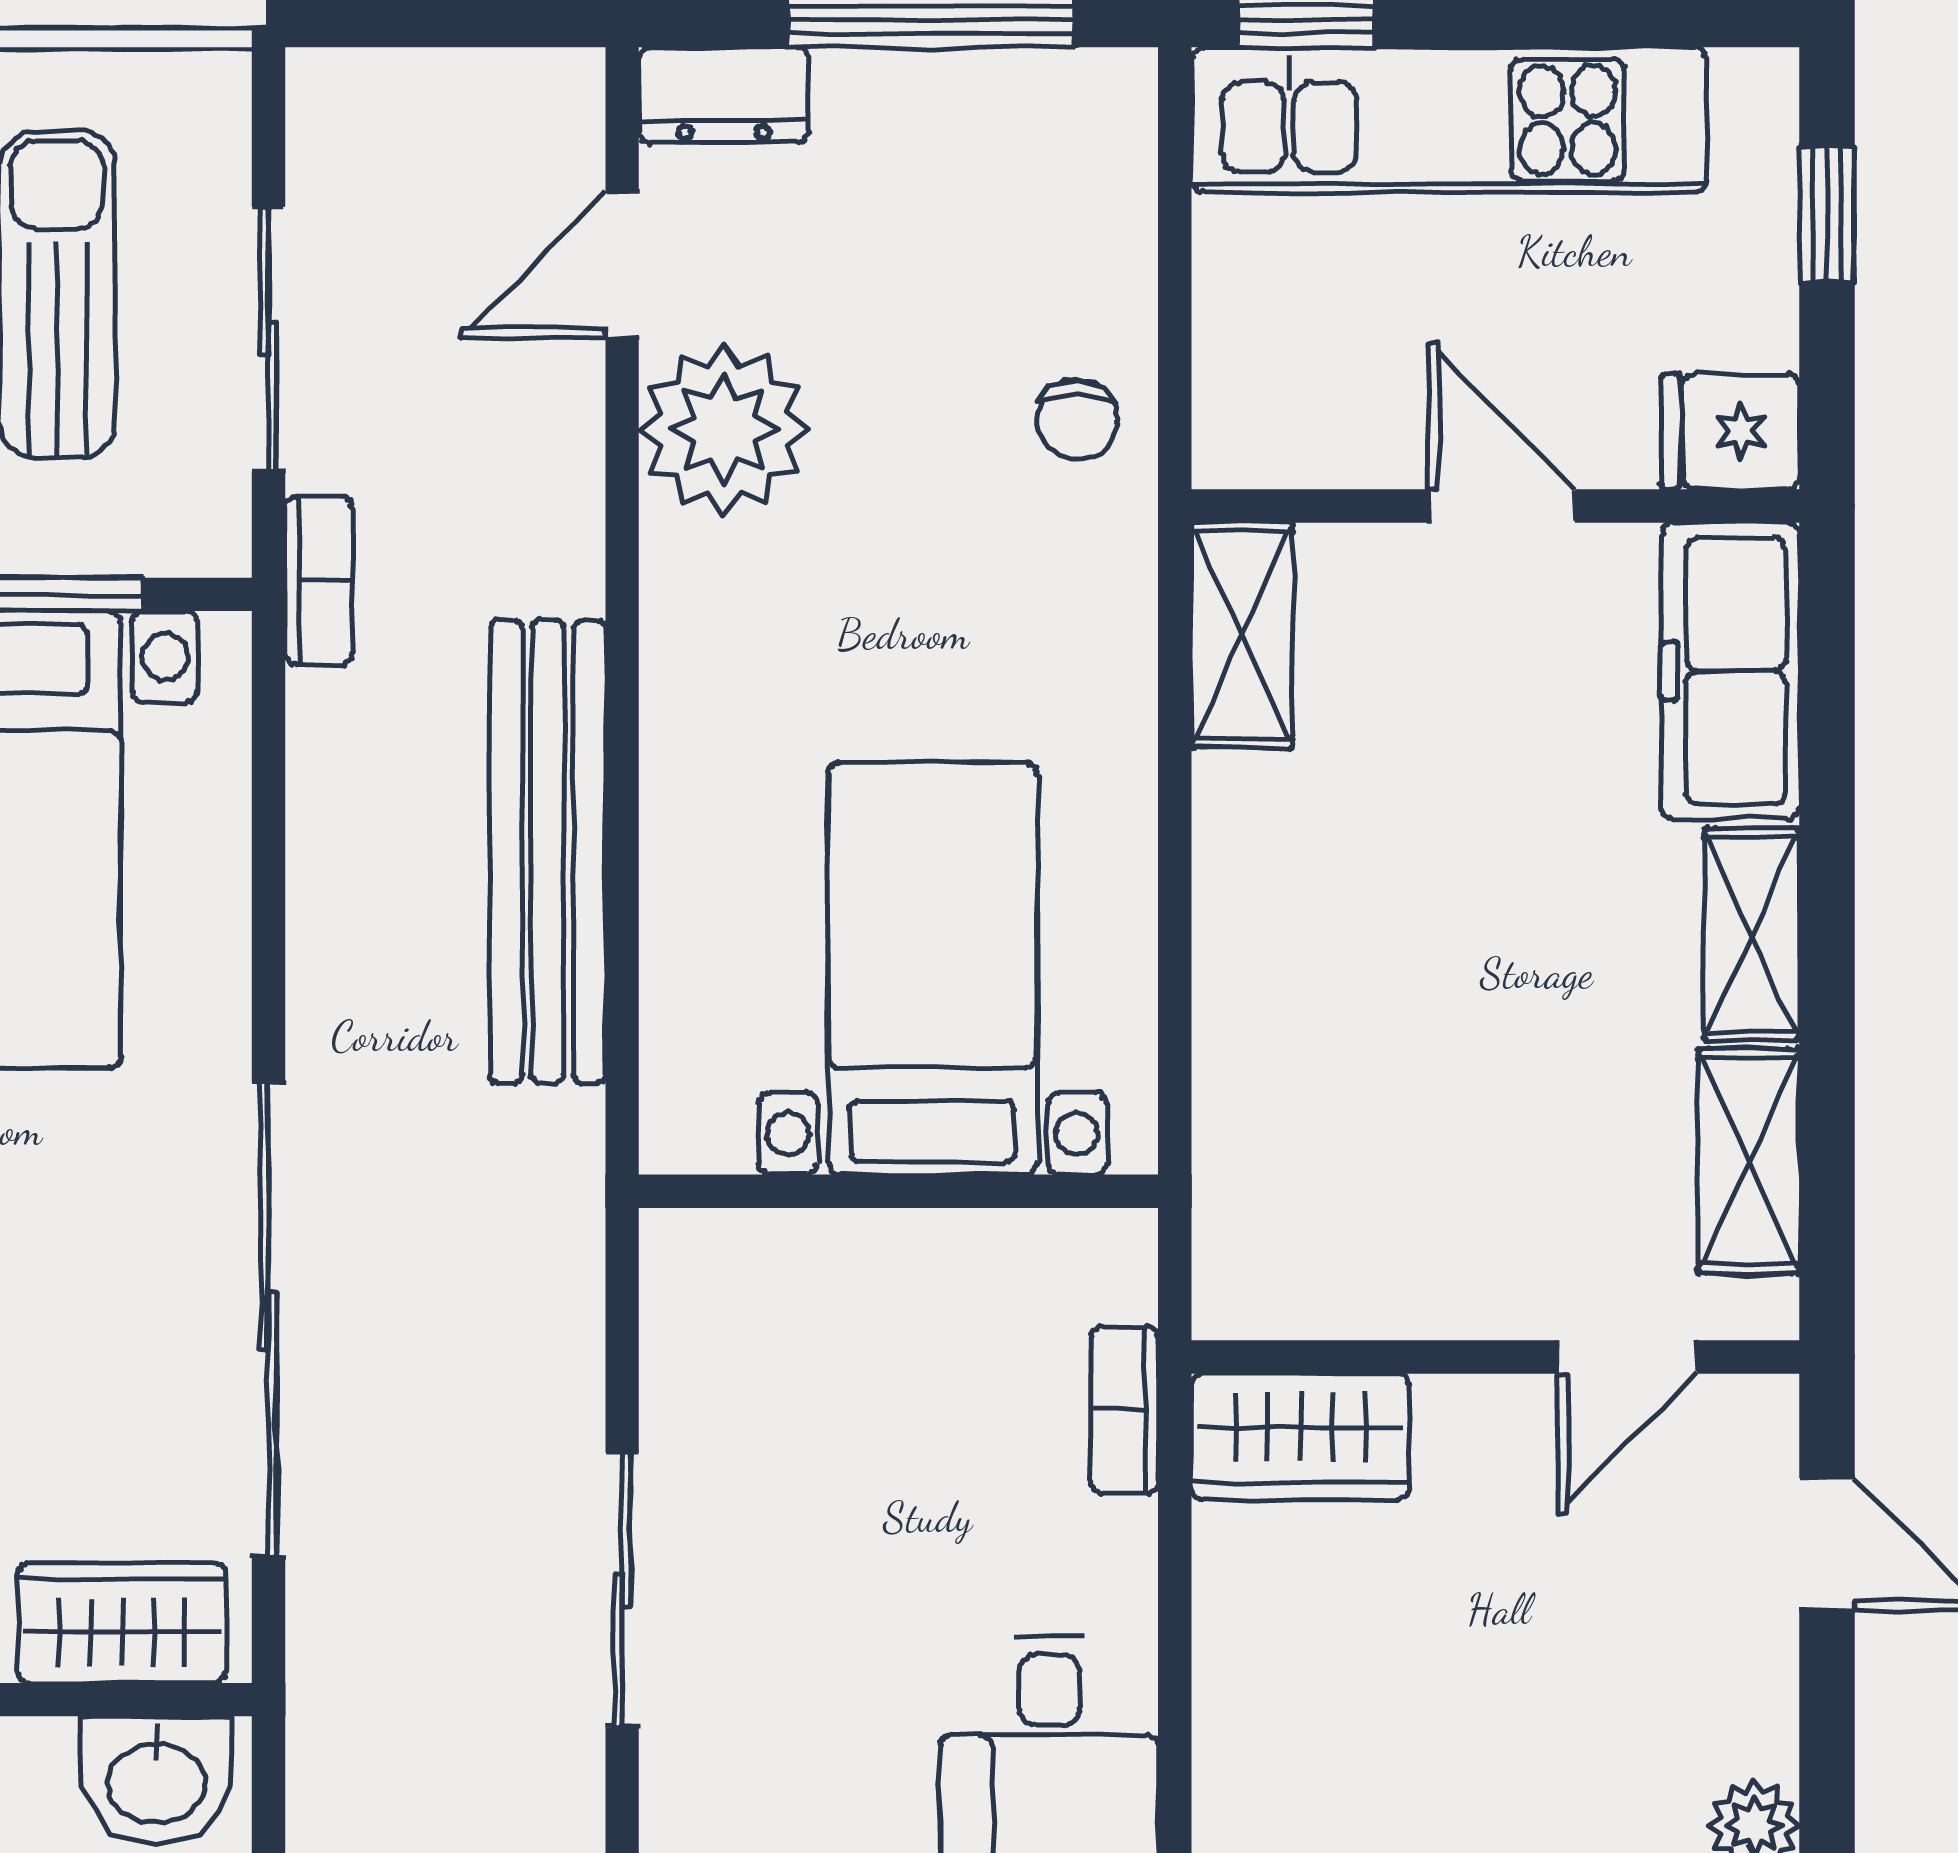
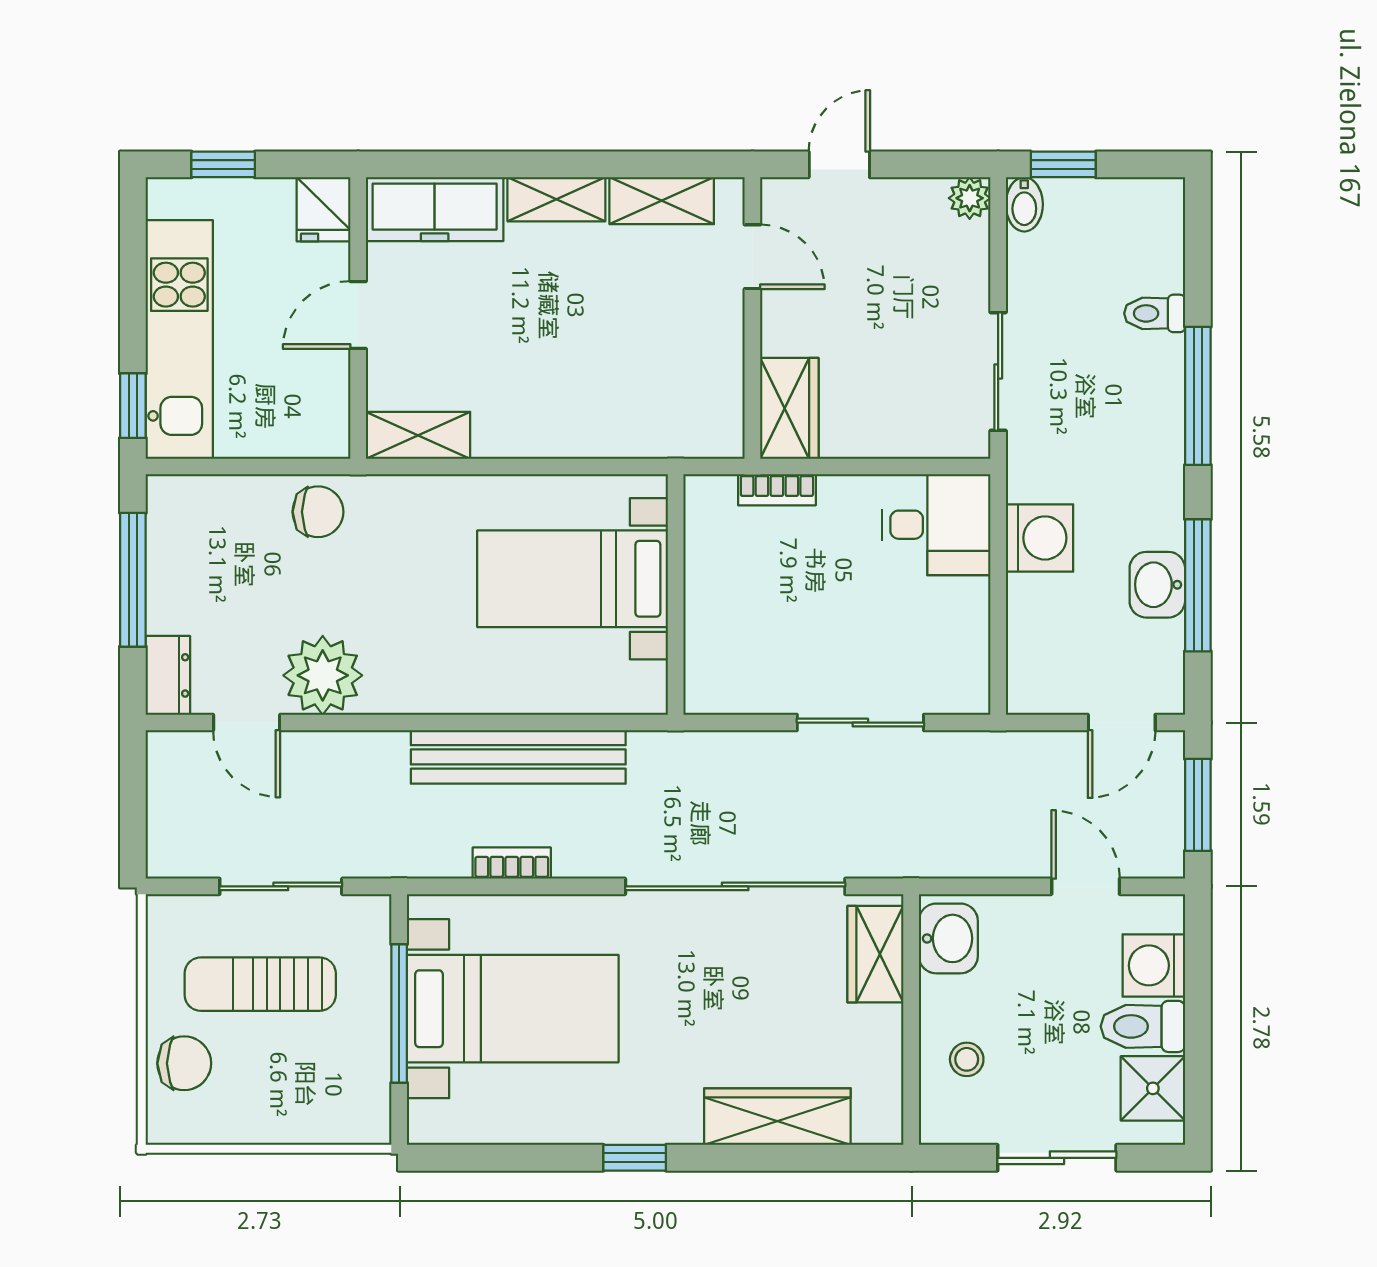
chair: (1077, 419) -> (318, 512), width x1.37, depth x1.37
bookcase: (319, 580) -> (512, 863), moved

